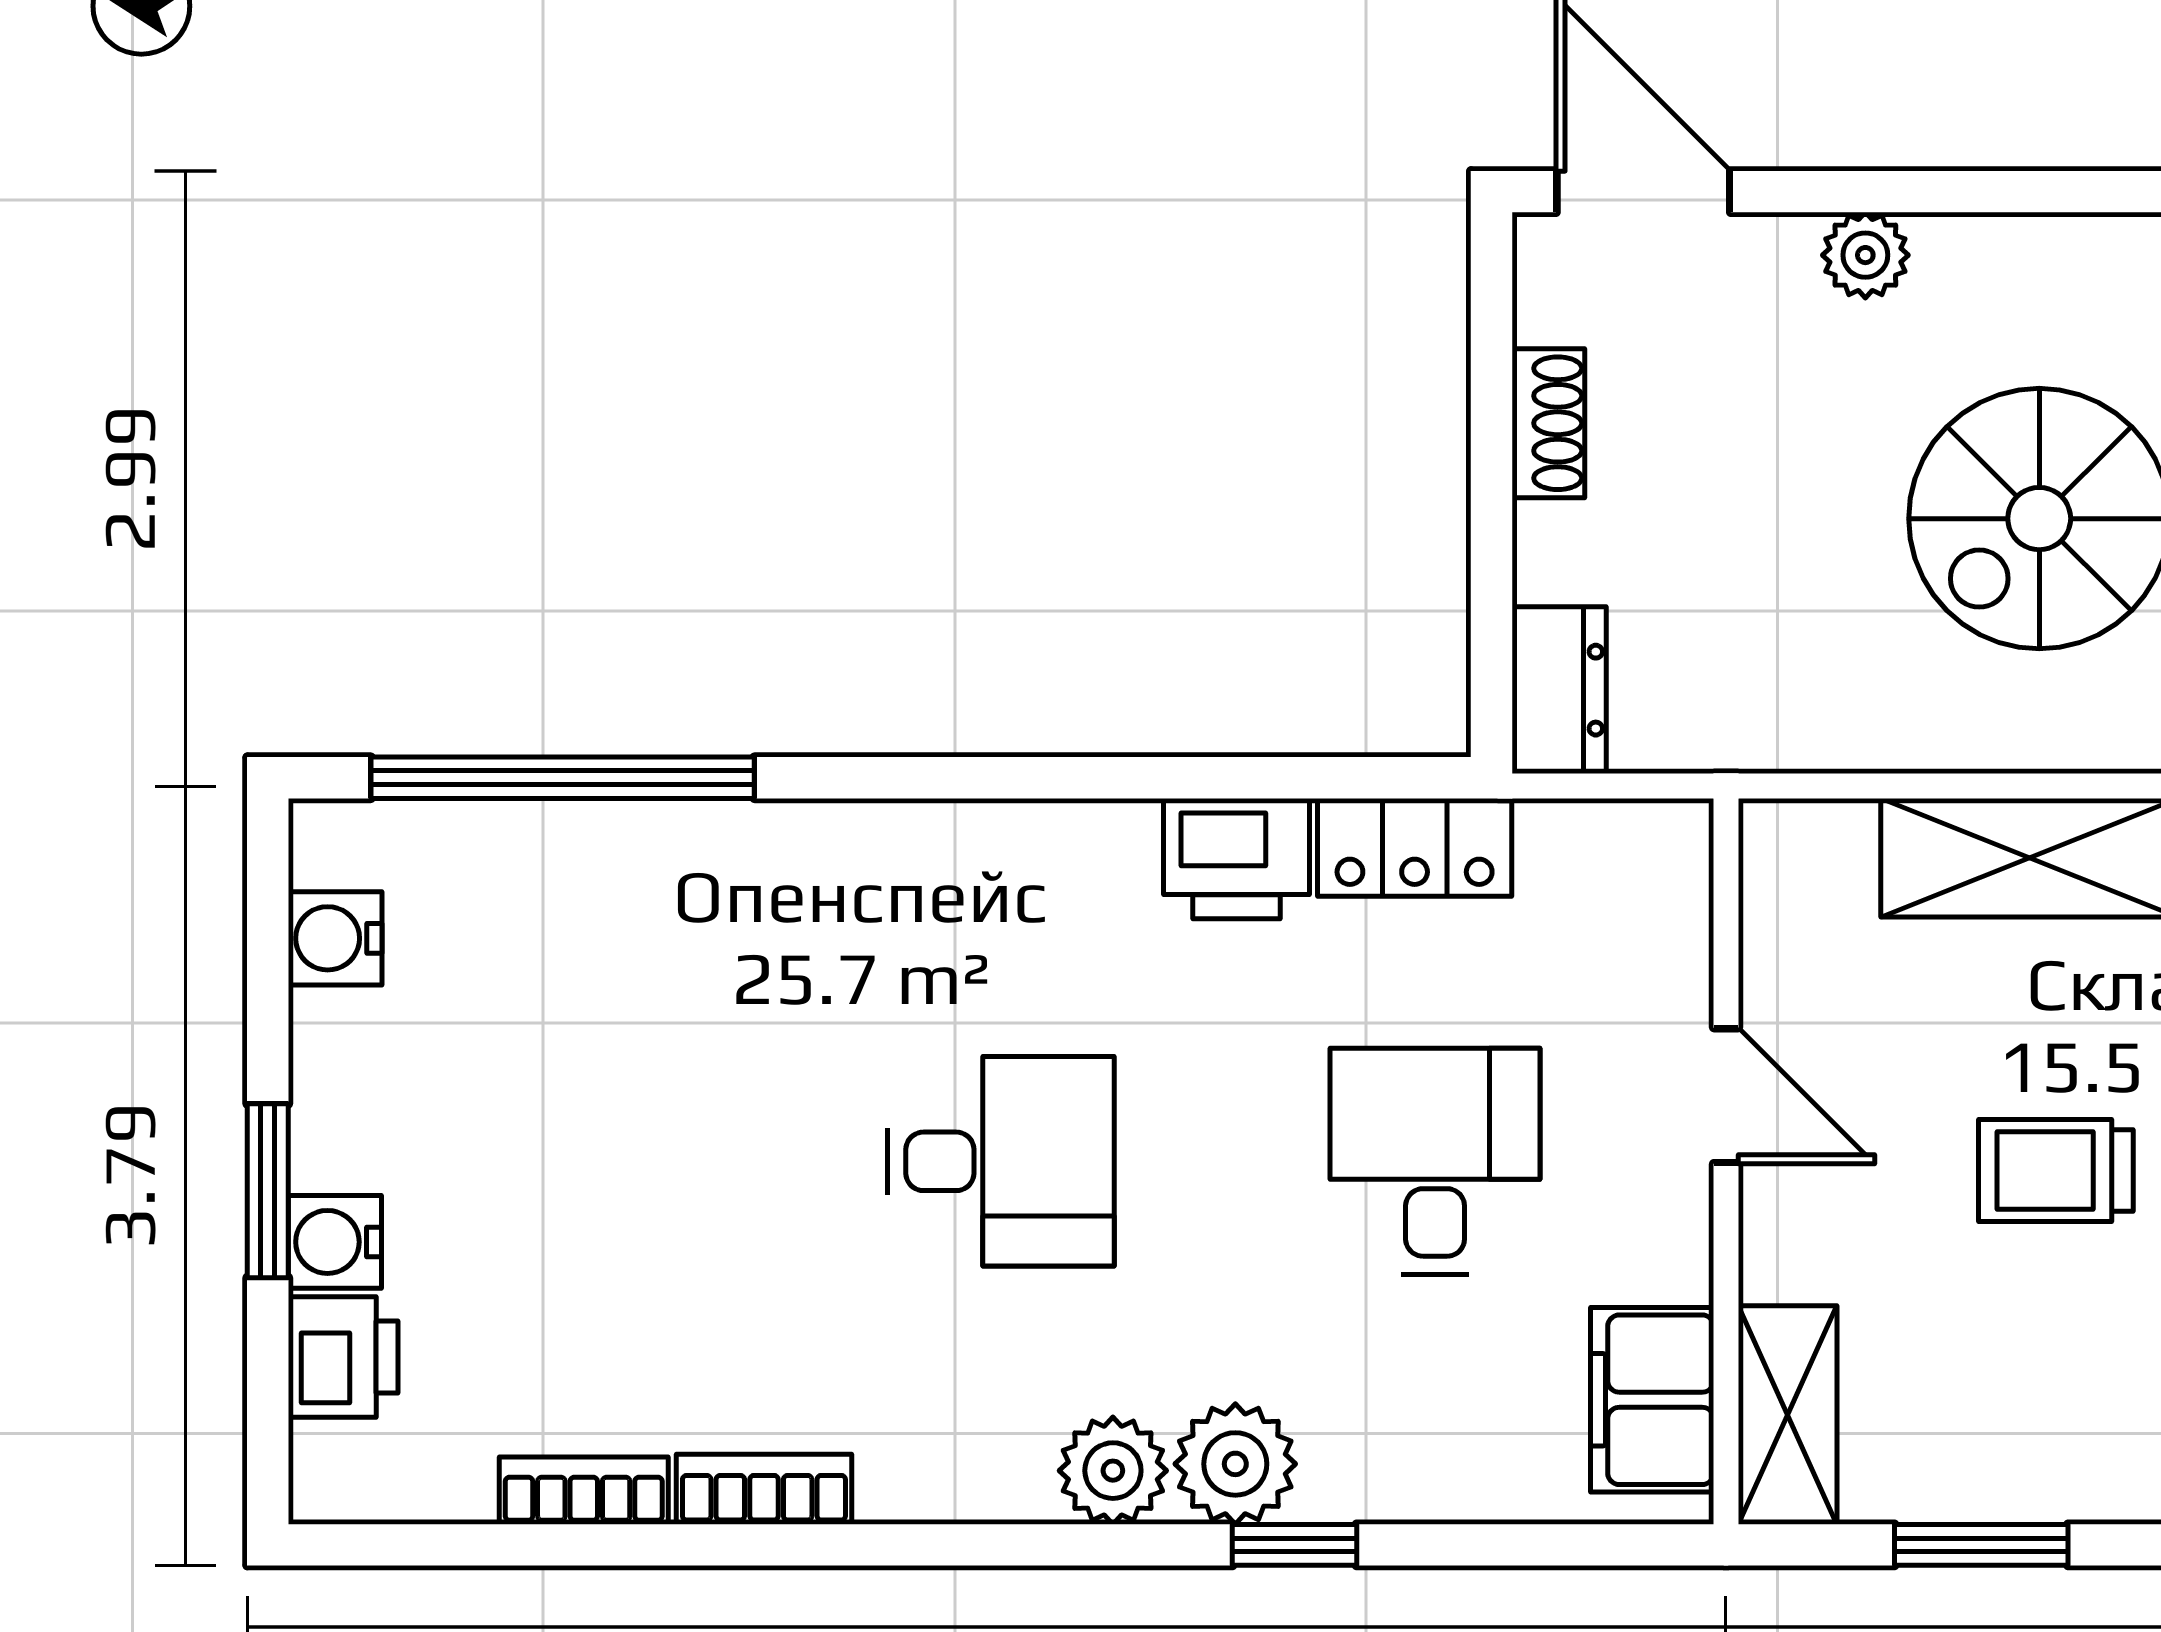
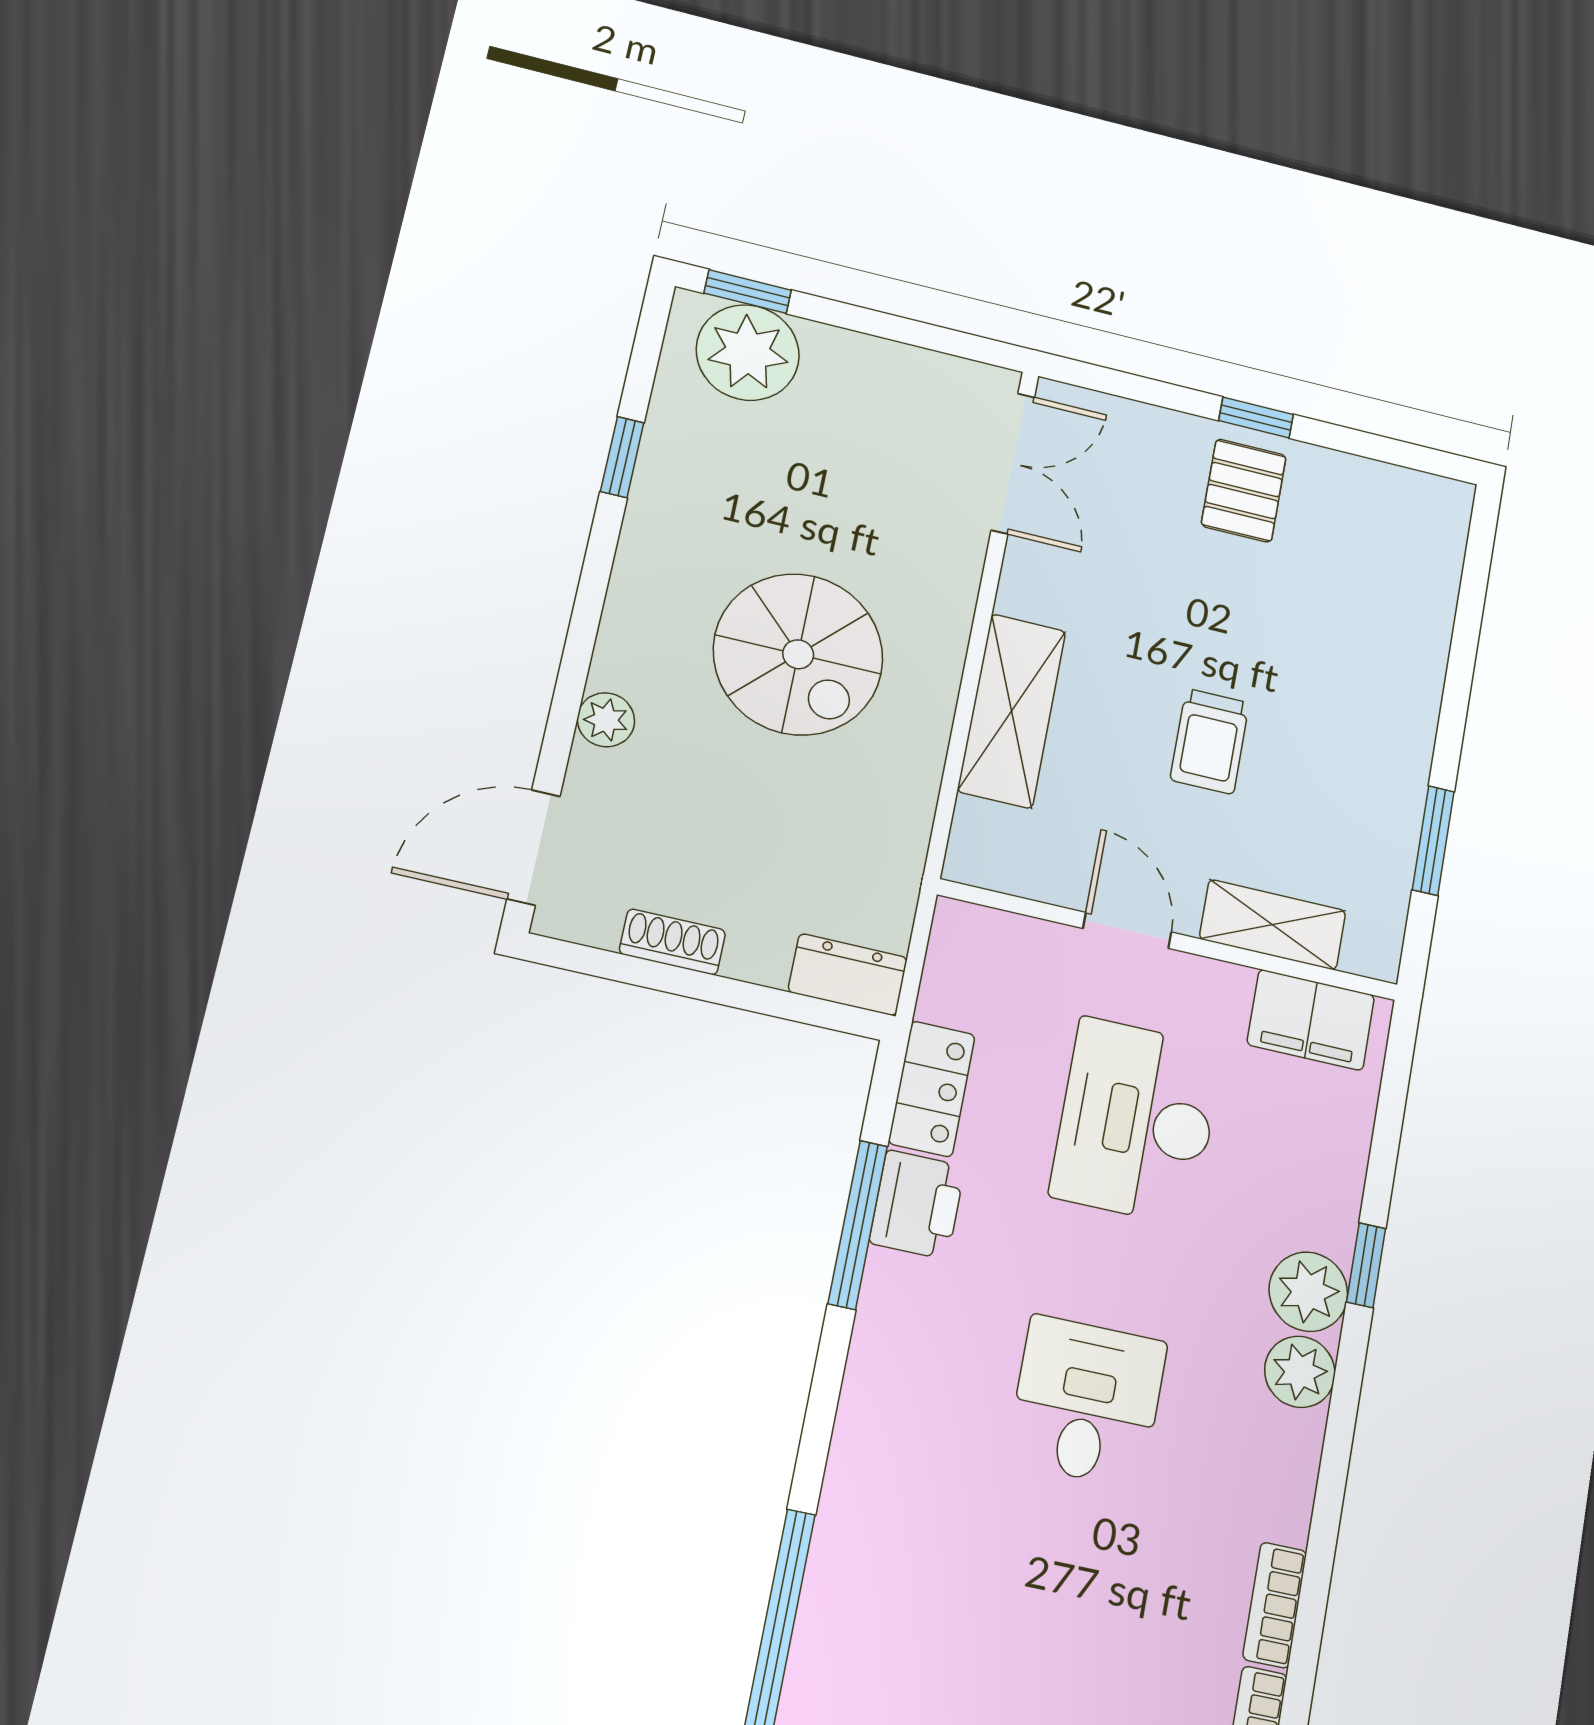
window: (1187, 778) -> (858, 1225), added
door: (1726, 1096) -> (1127, 930), hinge flipped
desk: (1435, 1161) -> (1137, 1121), width x1.37
shelving: (1788, 1415) -> (1273, 925), moved

